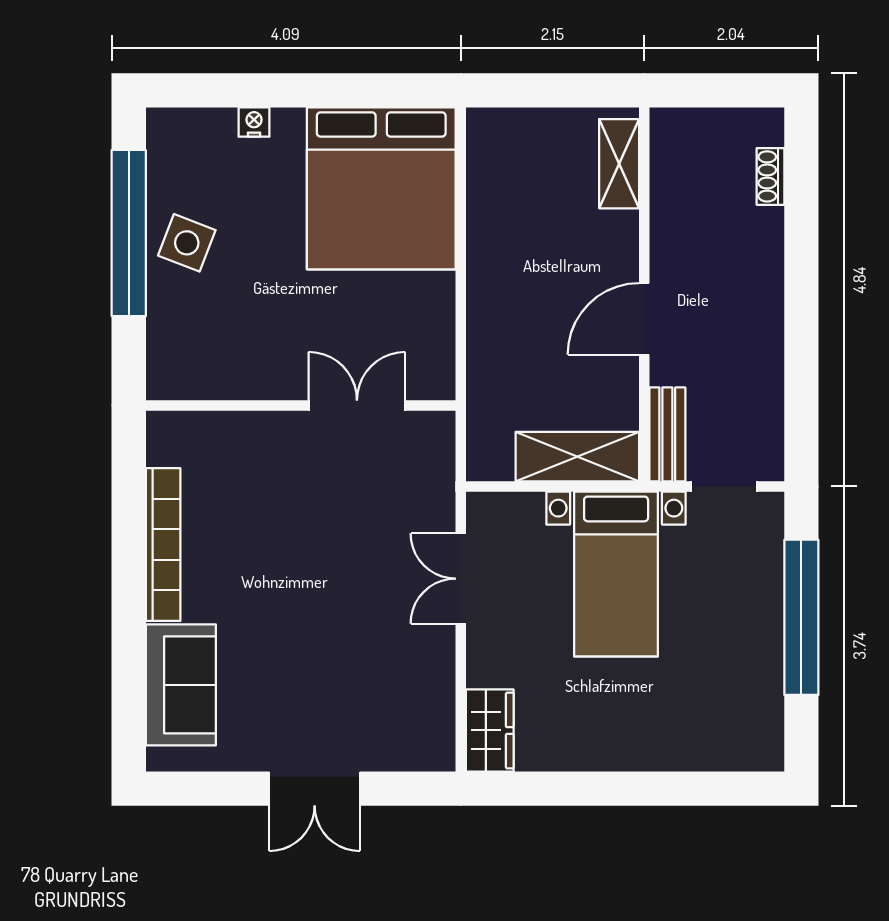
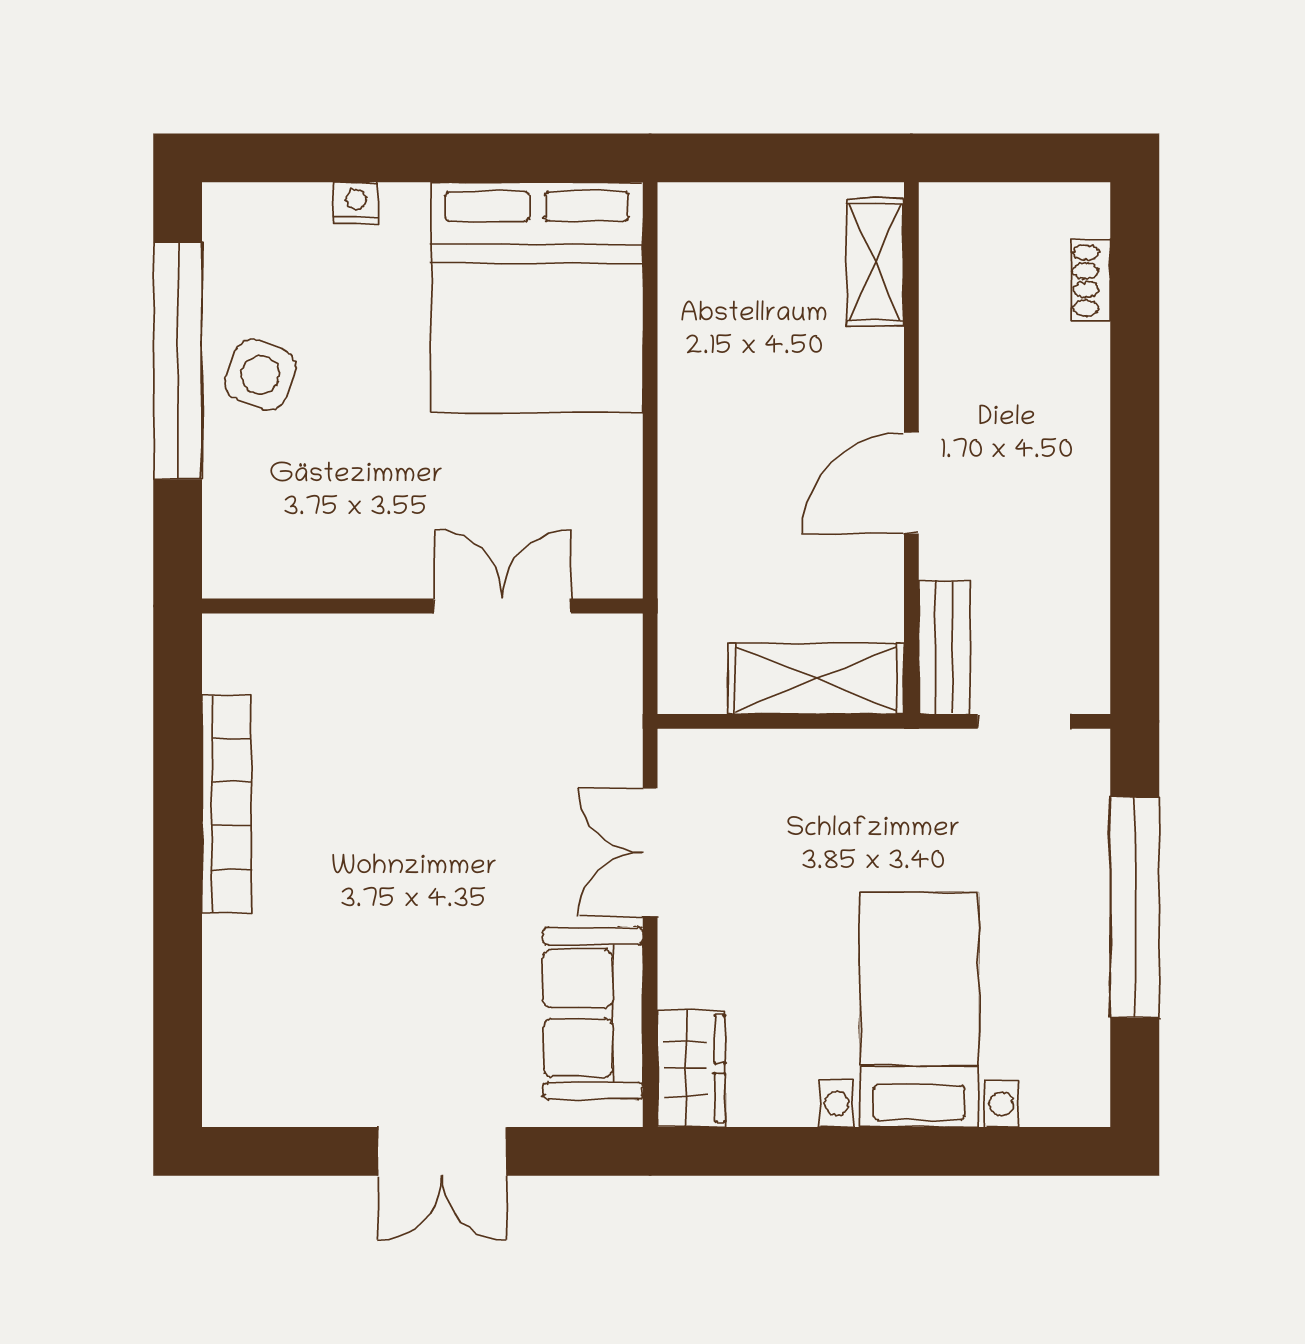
bed with nightstands: (616, 574) -> (919, 1010), moved, turned 180
sofa: (181, 685) -> (593, 1013), moved, turned 180

